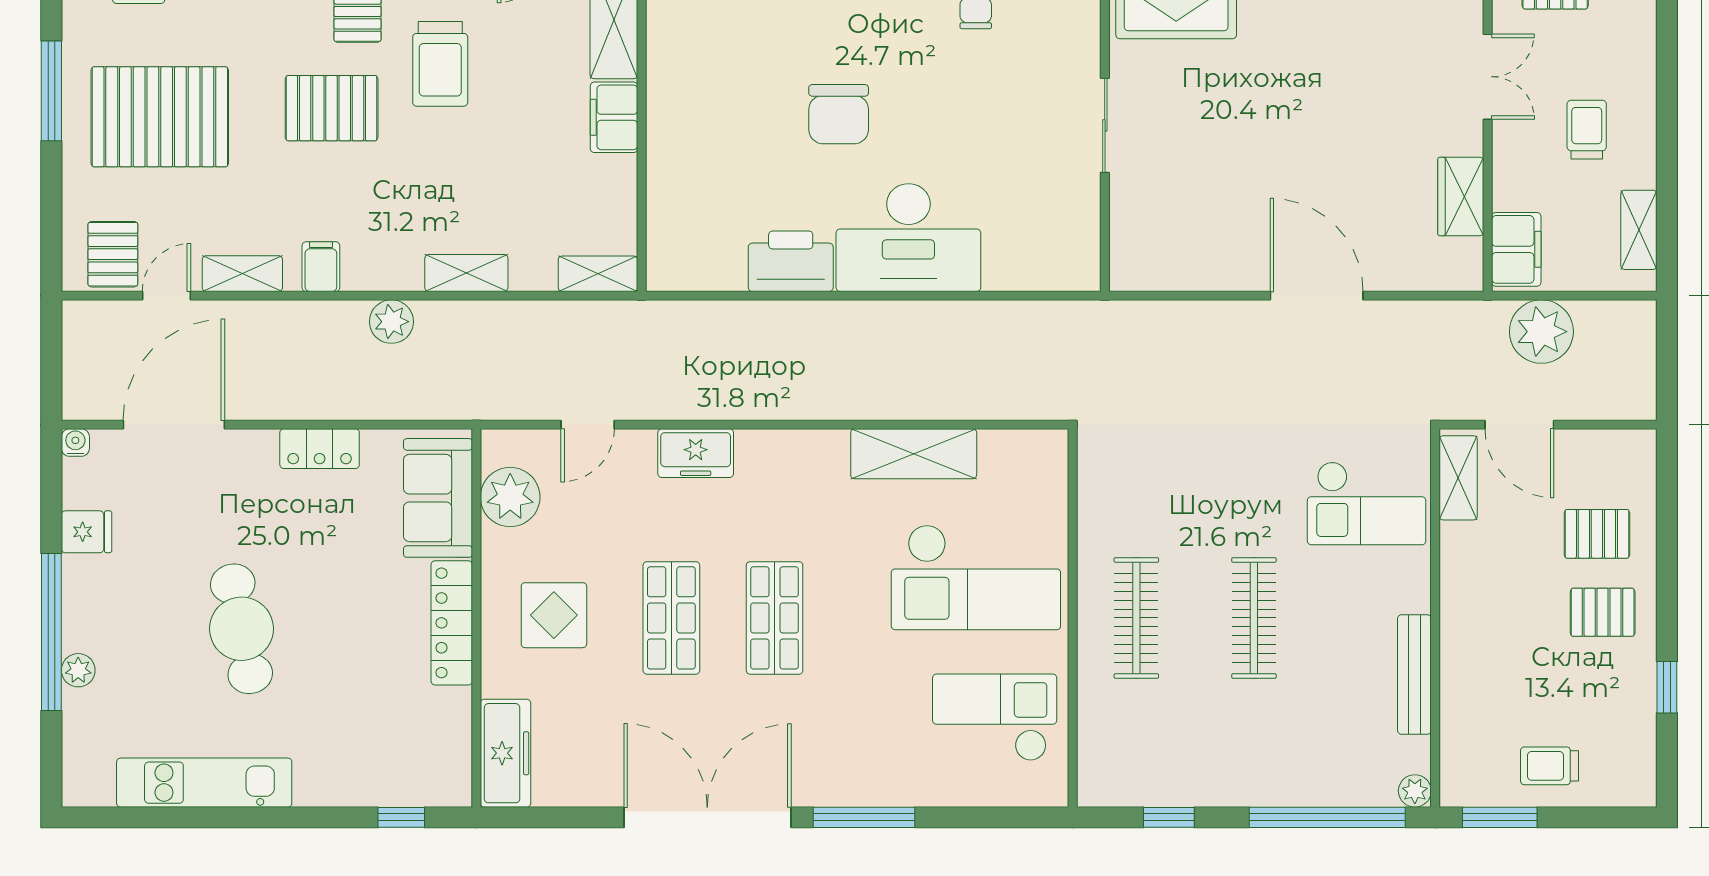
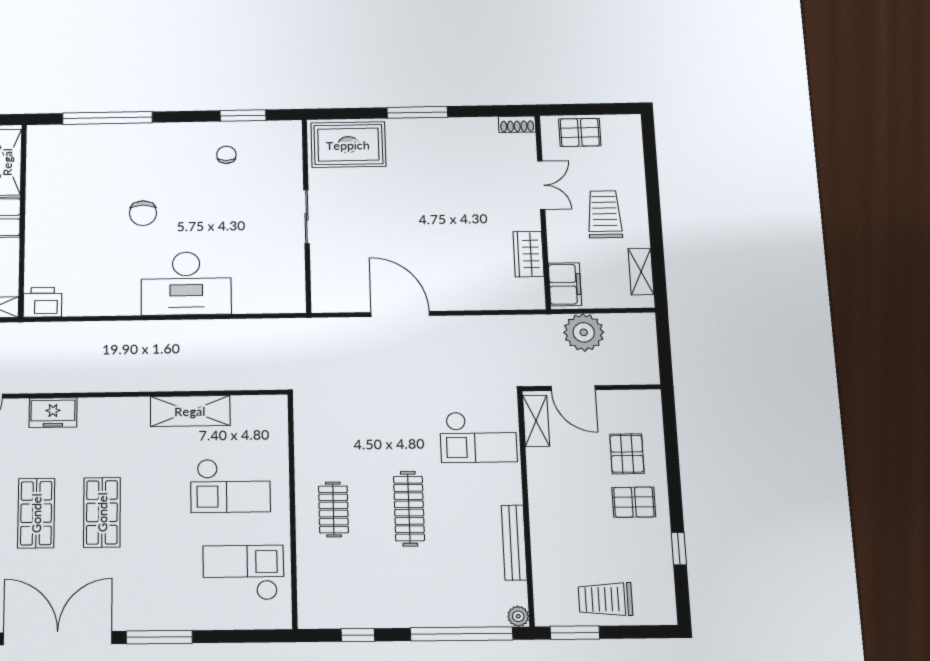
chair: (839, 114) -> (143, 213), width x0.73, depth x0.73
trolley: (1587, 130) -> (605, 214), width x1.36, depth x1.39
printer: (791, 261) -> (43, 302), moved, width x0.73, depth x0.84
door: (1317, 296) -> (400, 314), moved
pallet: (1597, 534) -> (627, 454), turned 90
checkout: (976, 577) -> (230, 486), width x0.73, depth x0.83
clothes rail: (1136, 618) -> (333, 509), width x0.73
trolley: (1549, 766) -> (606, 599), width x1.36, depth x1.39

